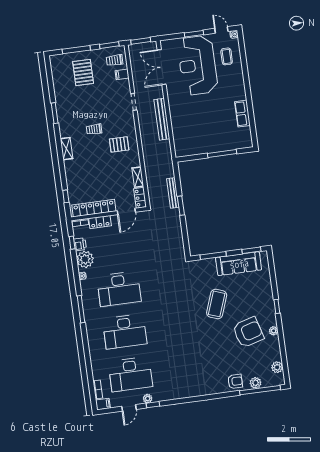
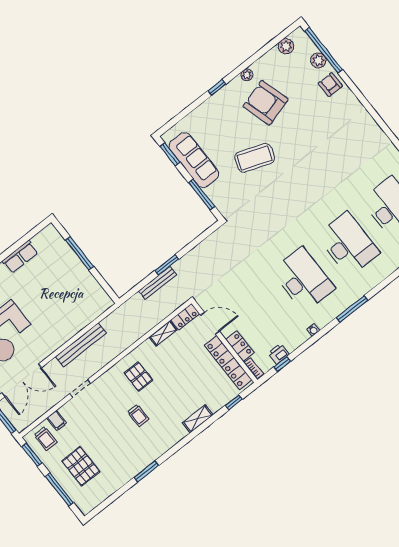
pallet: (83, 72) -> (81, 466), turned 90
shelving: (66, 149) -> (198, 419), moved
plant: (85, 259) -> (292, 338), removed

